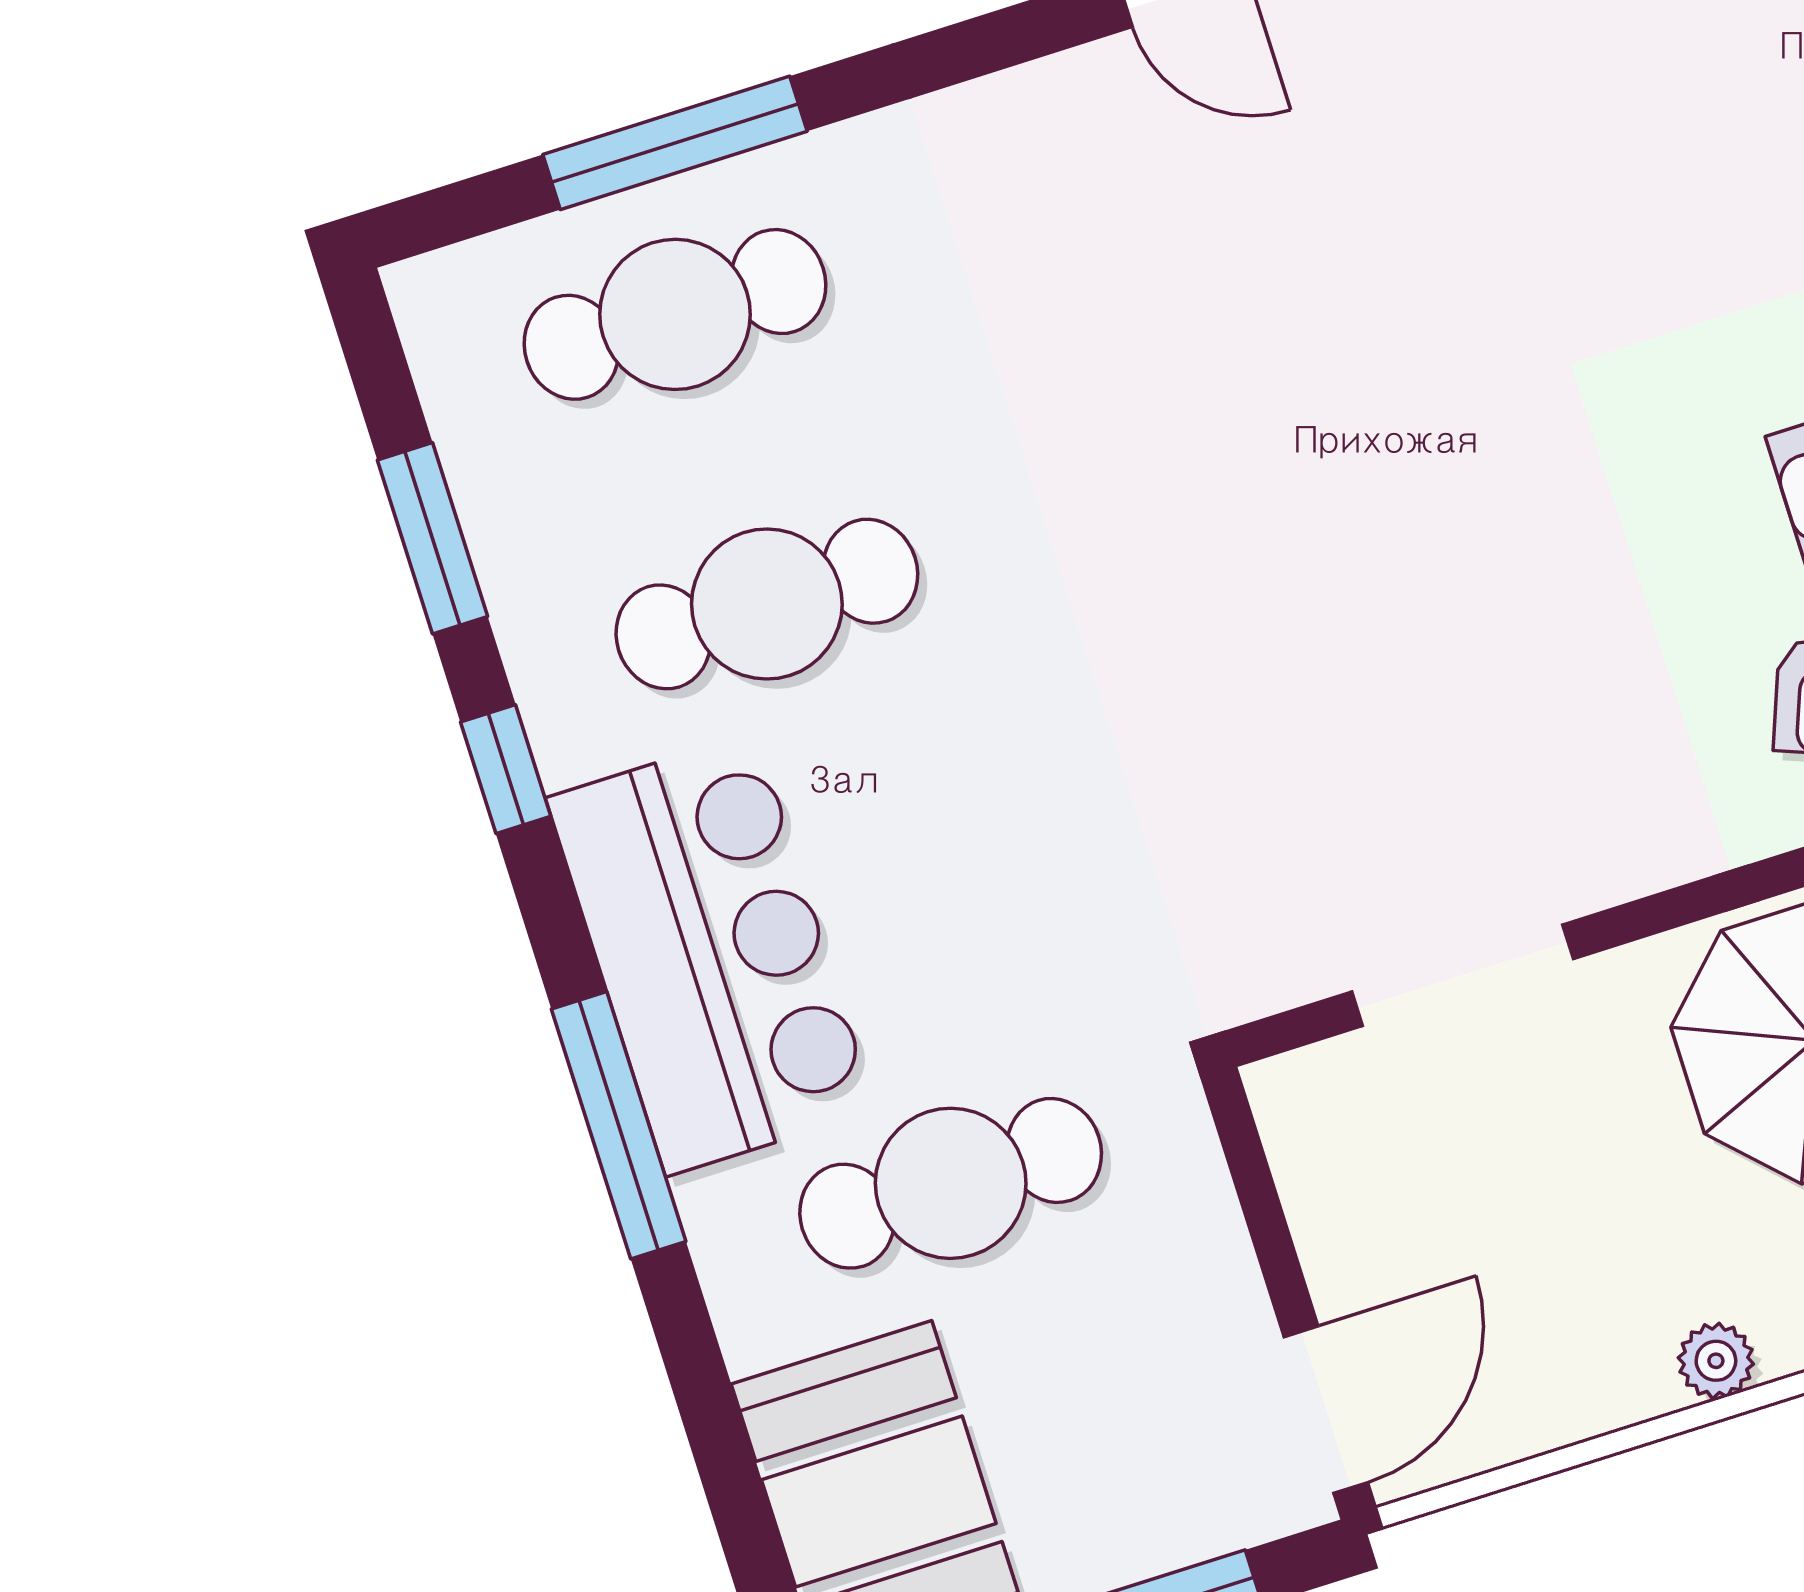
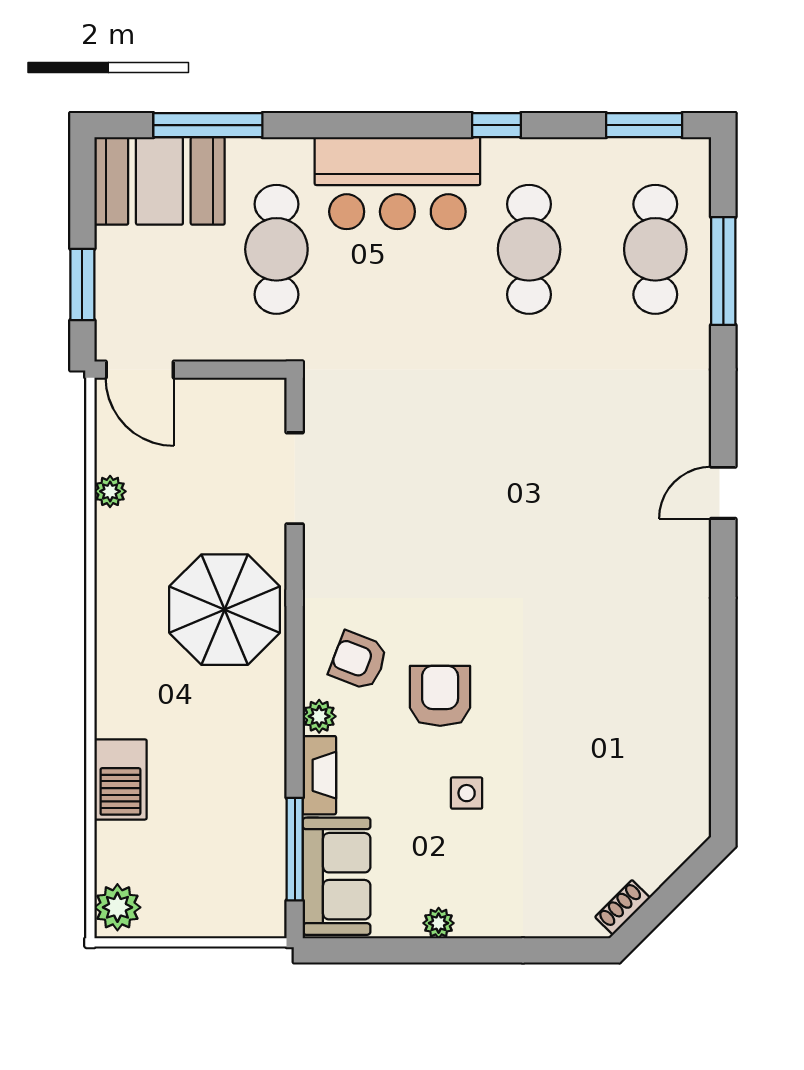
window: (433, 538) -> (644, 125), moved
window: (619, 1125) -> (208, 125), moved
plant: (1716, 1361) -> (110, 491), moved

